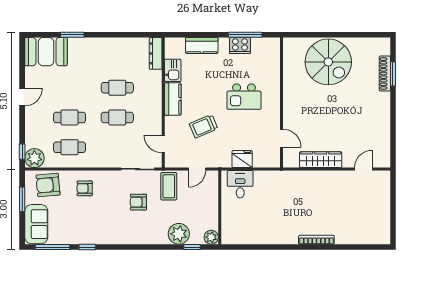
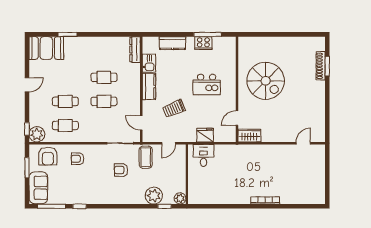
spiral stairs: (328, 62) -> (266, 81), moved
door: (281, 138) -> (237, 118), swing flipped
wardrobe: (321, 160) -> (249, 136), moved, width x0.67
armchair: (48, 185) -> (48, 156), turned -85

